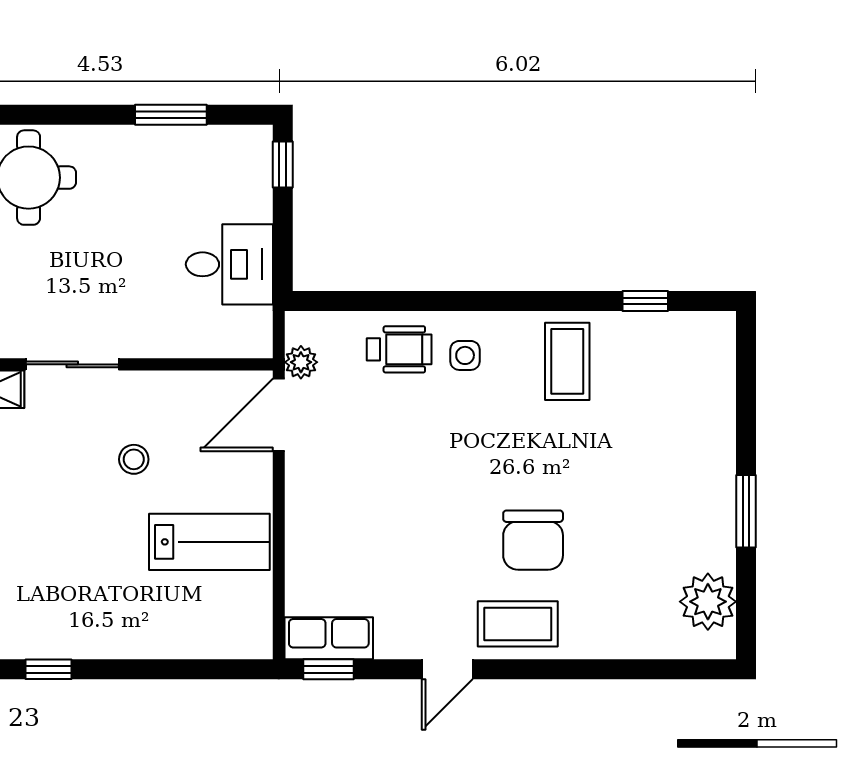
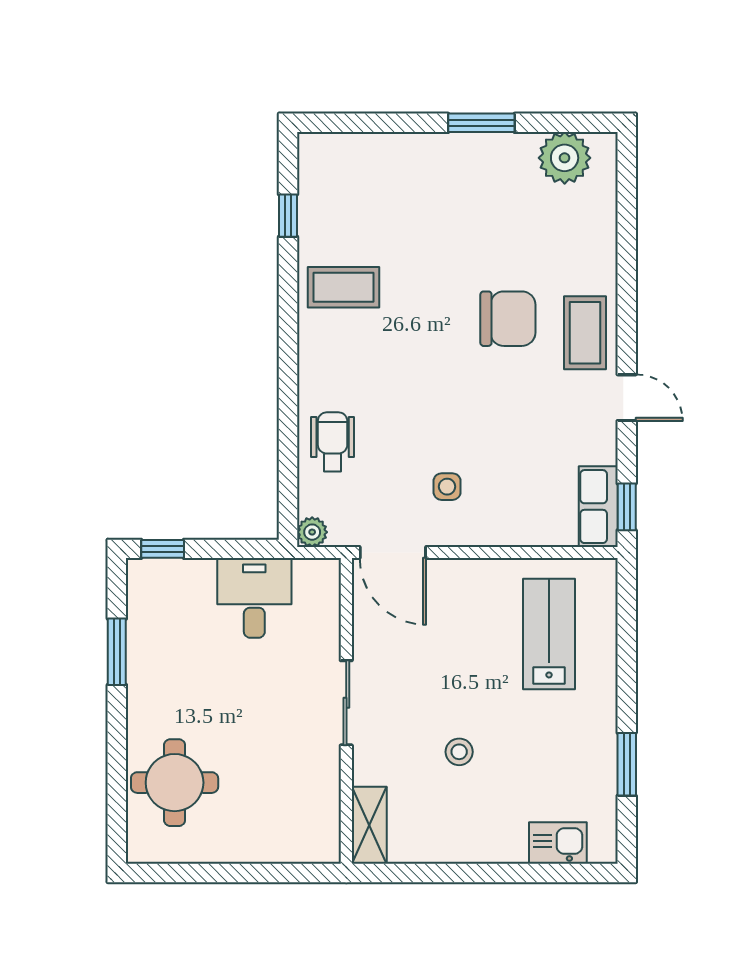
side table: (465, 355) -> (447, 487), moved
plant: (301, 362) -> (312, 532), moved
sliding door: (72, 364) -> (346, 703), moved
stool: (134, 459) -> (459, 752), moved
lab bench: (209, 542) -> (549, 634), moved
window: (49, 669) -> (627, 764), width x1.50

